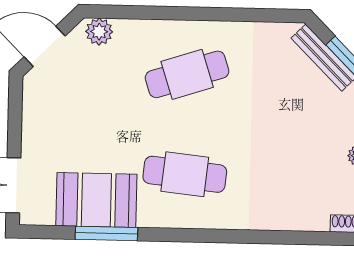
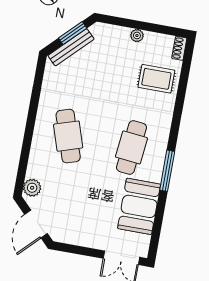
rug: (296, 196) -> (156, 79), added
window: (106, 233) -> (167, 171), moved

